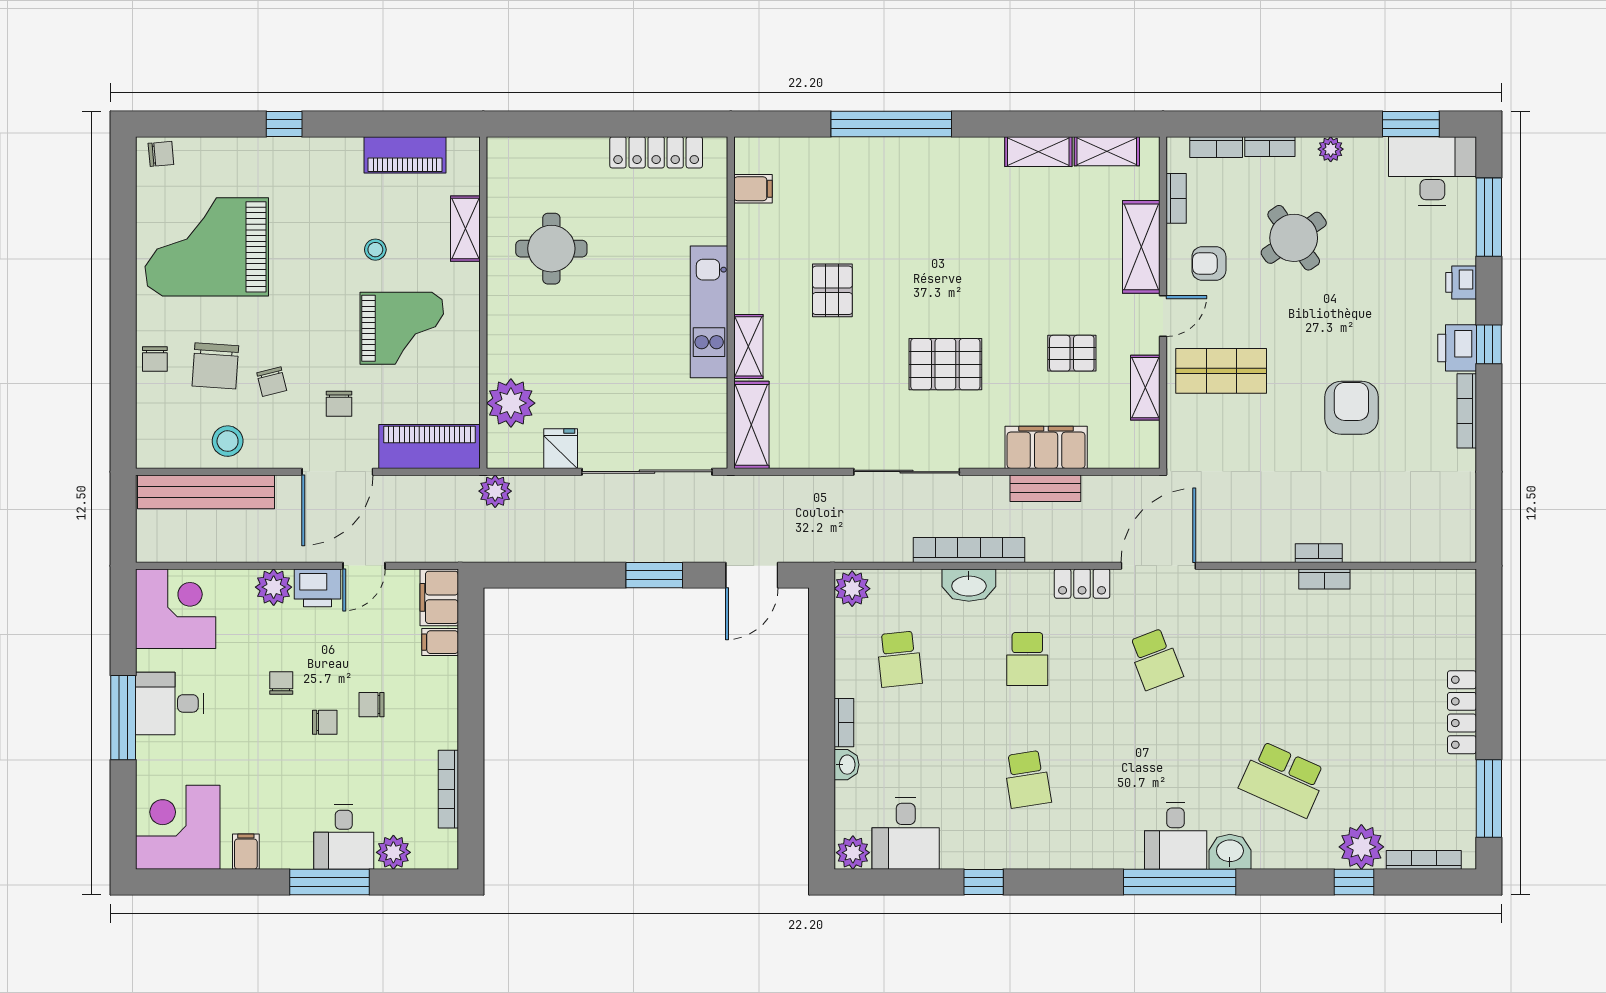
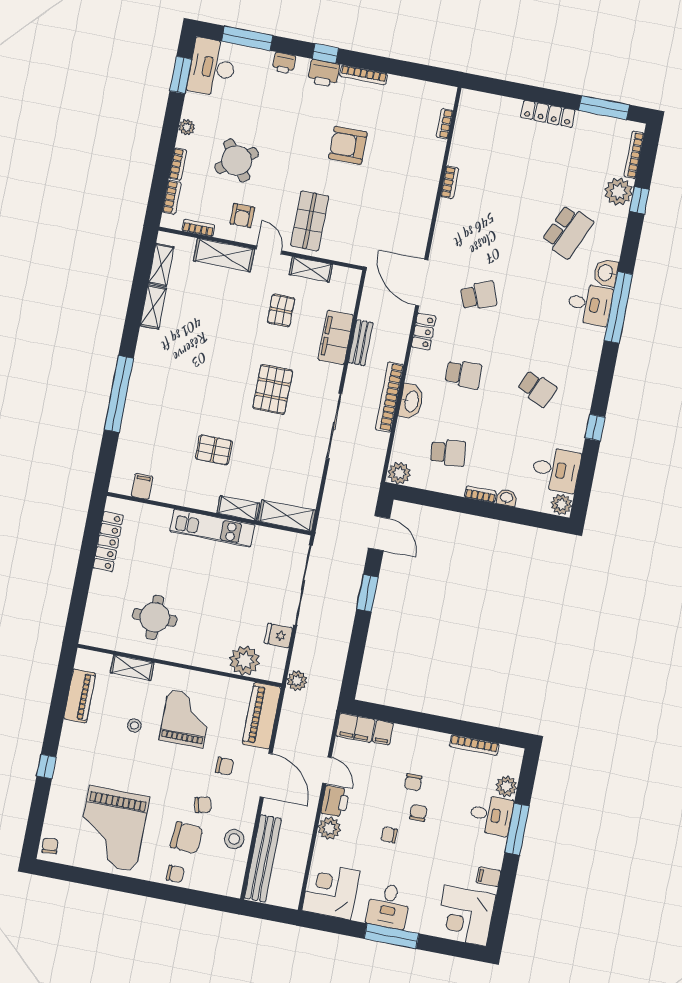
bookcase: (1319, 553) -> (445, 124), moved
school desk: (1027, 779) -> (537, 389), turned 33

